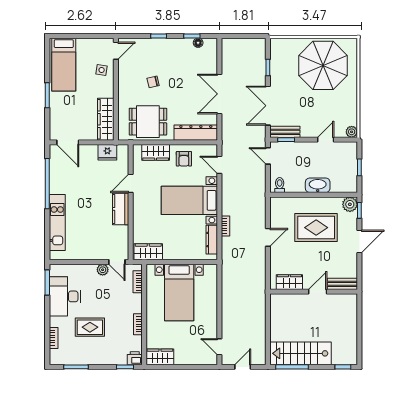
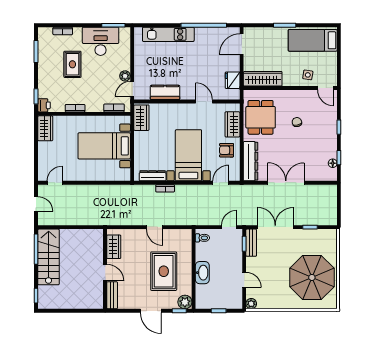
kitchen counter: (121, 209) -> (165, 92), moved

